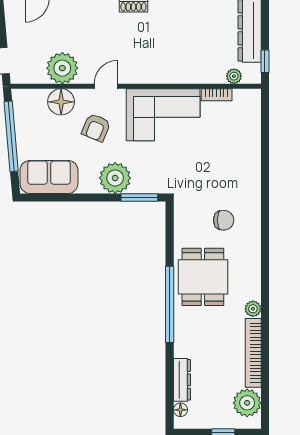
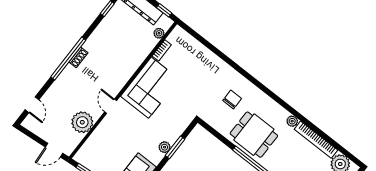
floor lamp: (61, 102) -> (100, 137), removed
armchair: (96, 128) -> (128, 129), removed
plant: (115, 178) -> (165, 147), width x0.53, depth x0.53
window: (139, 198) -> (175, 147), moved

